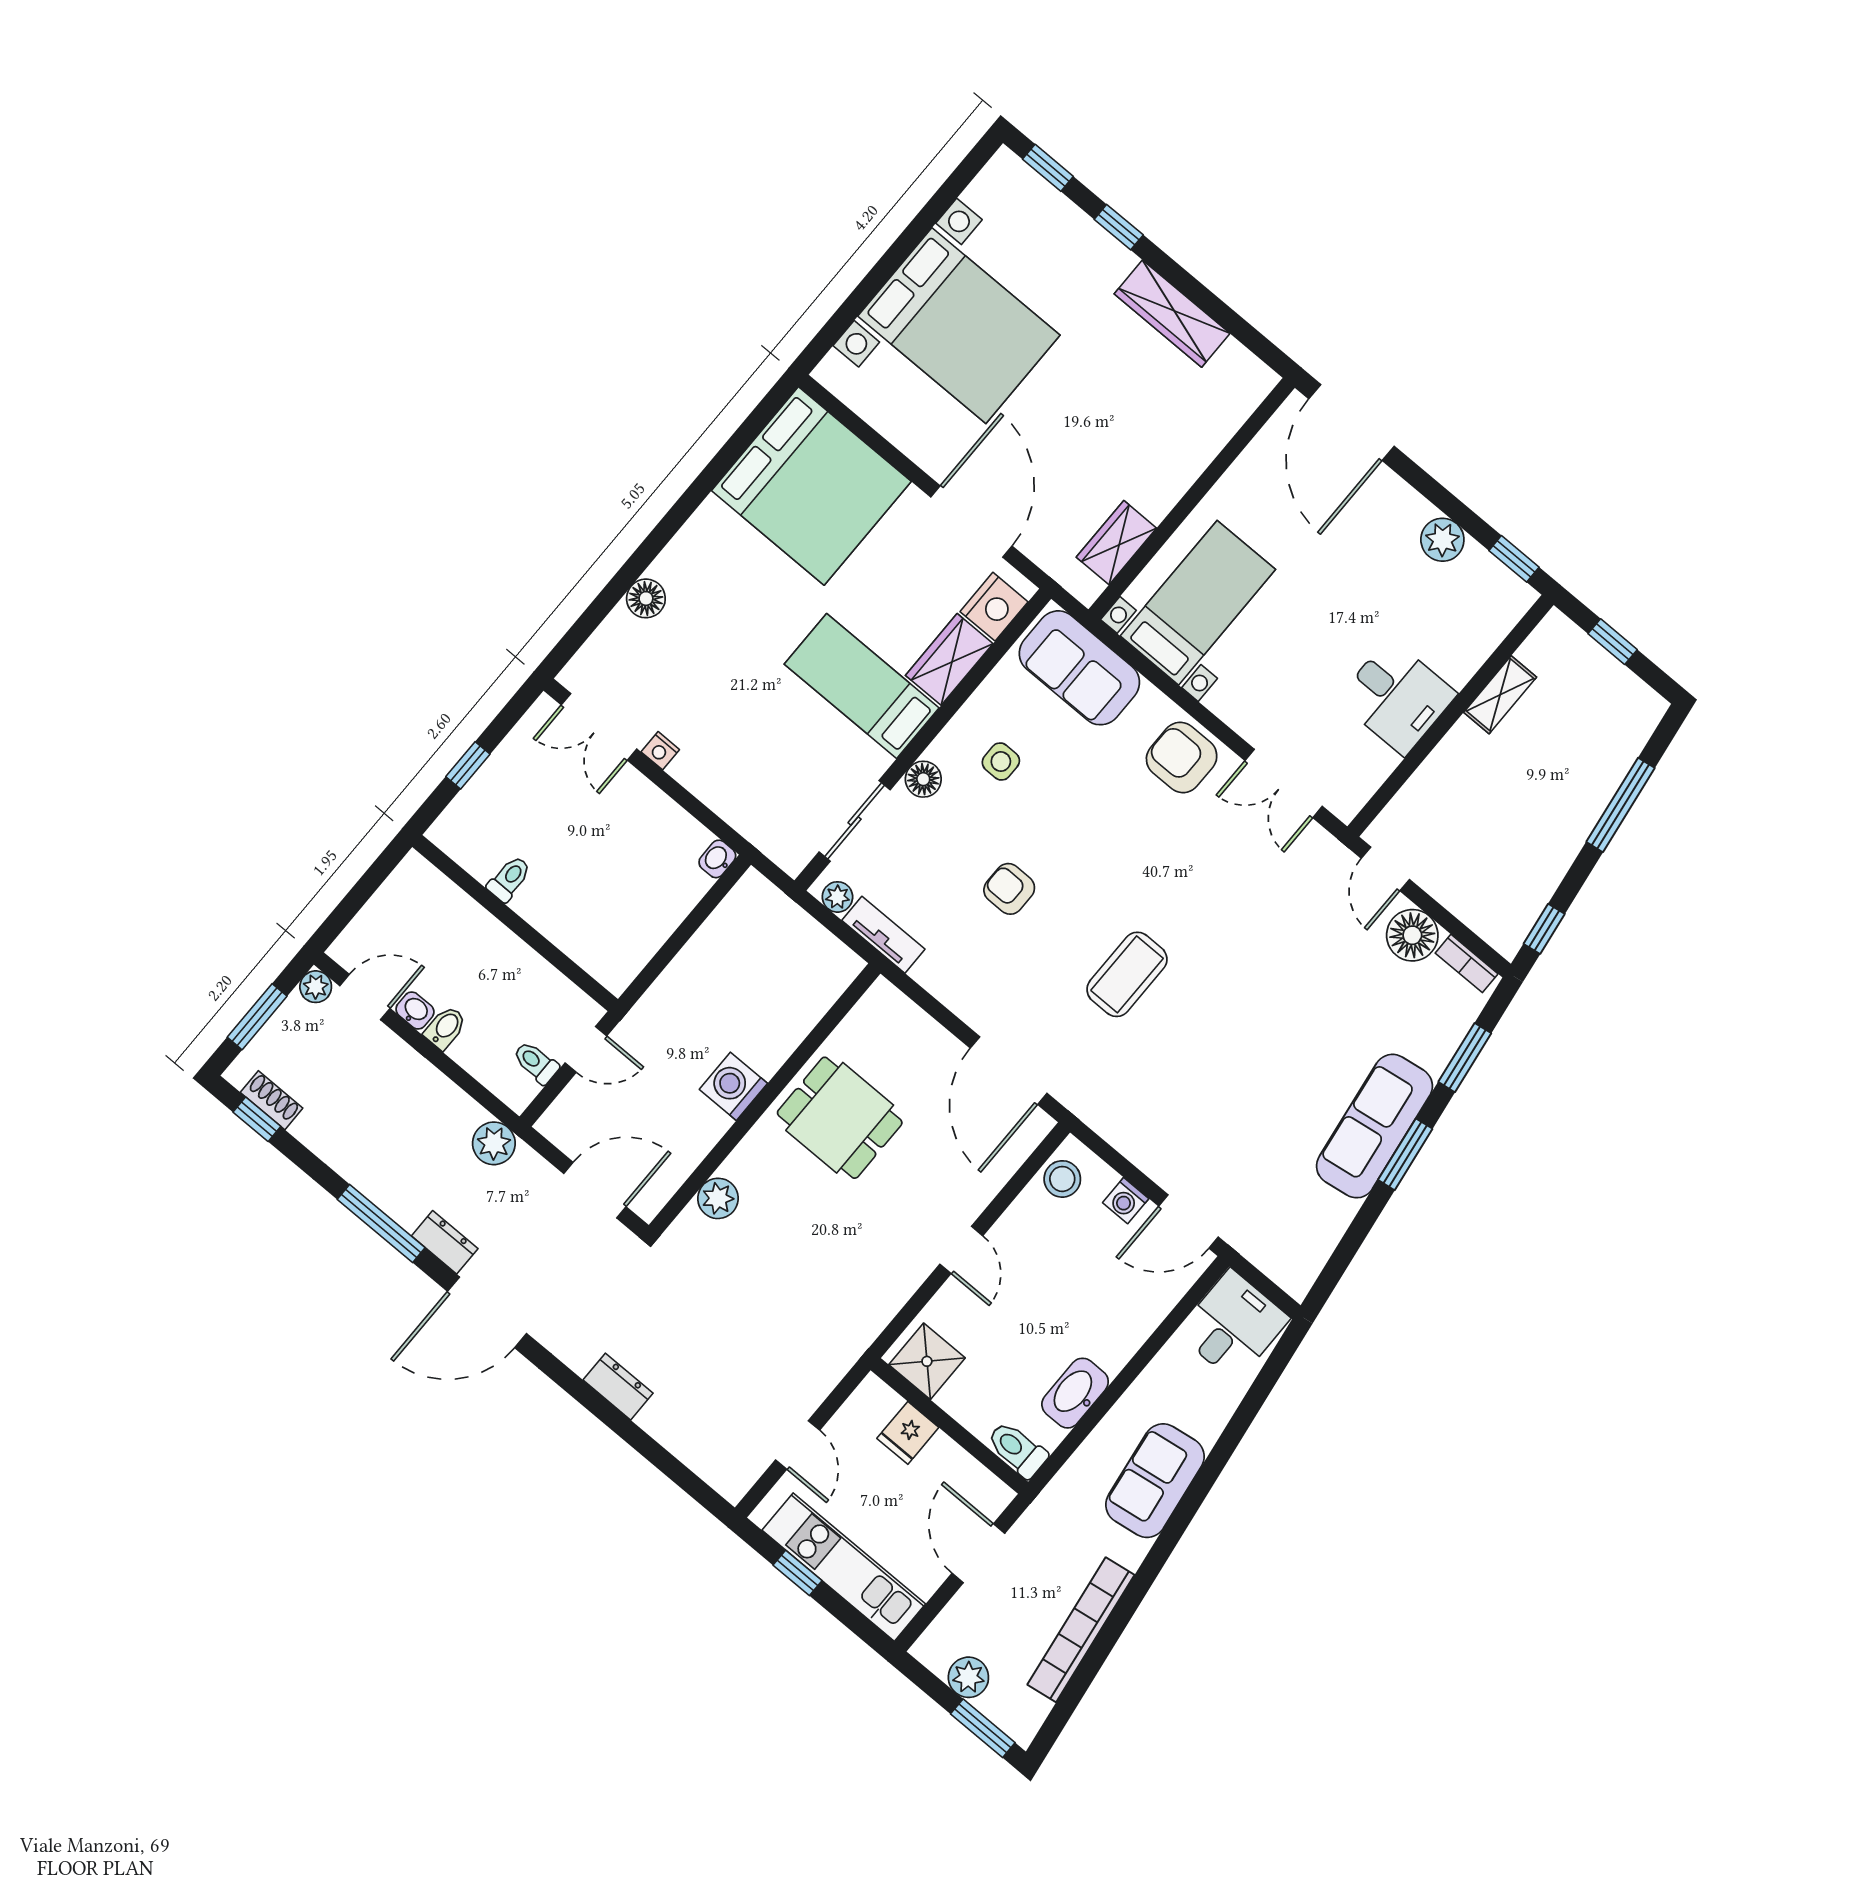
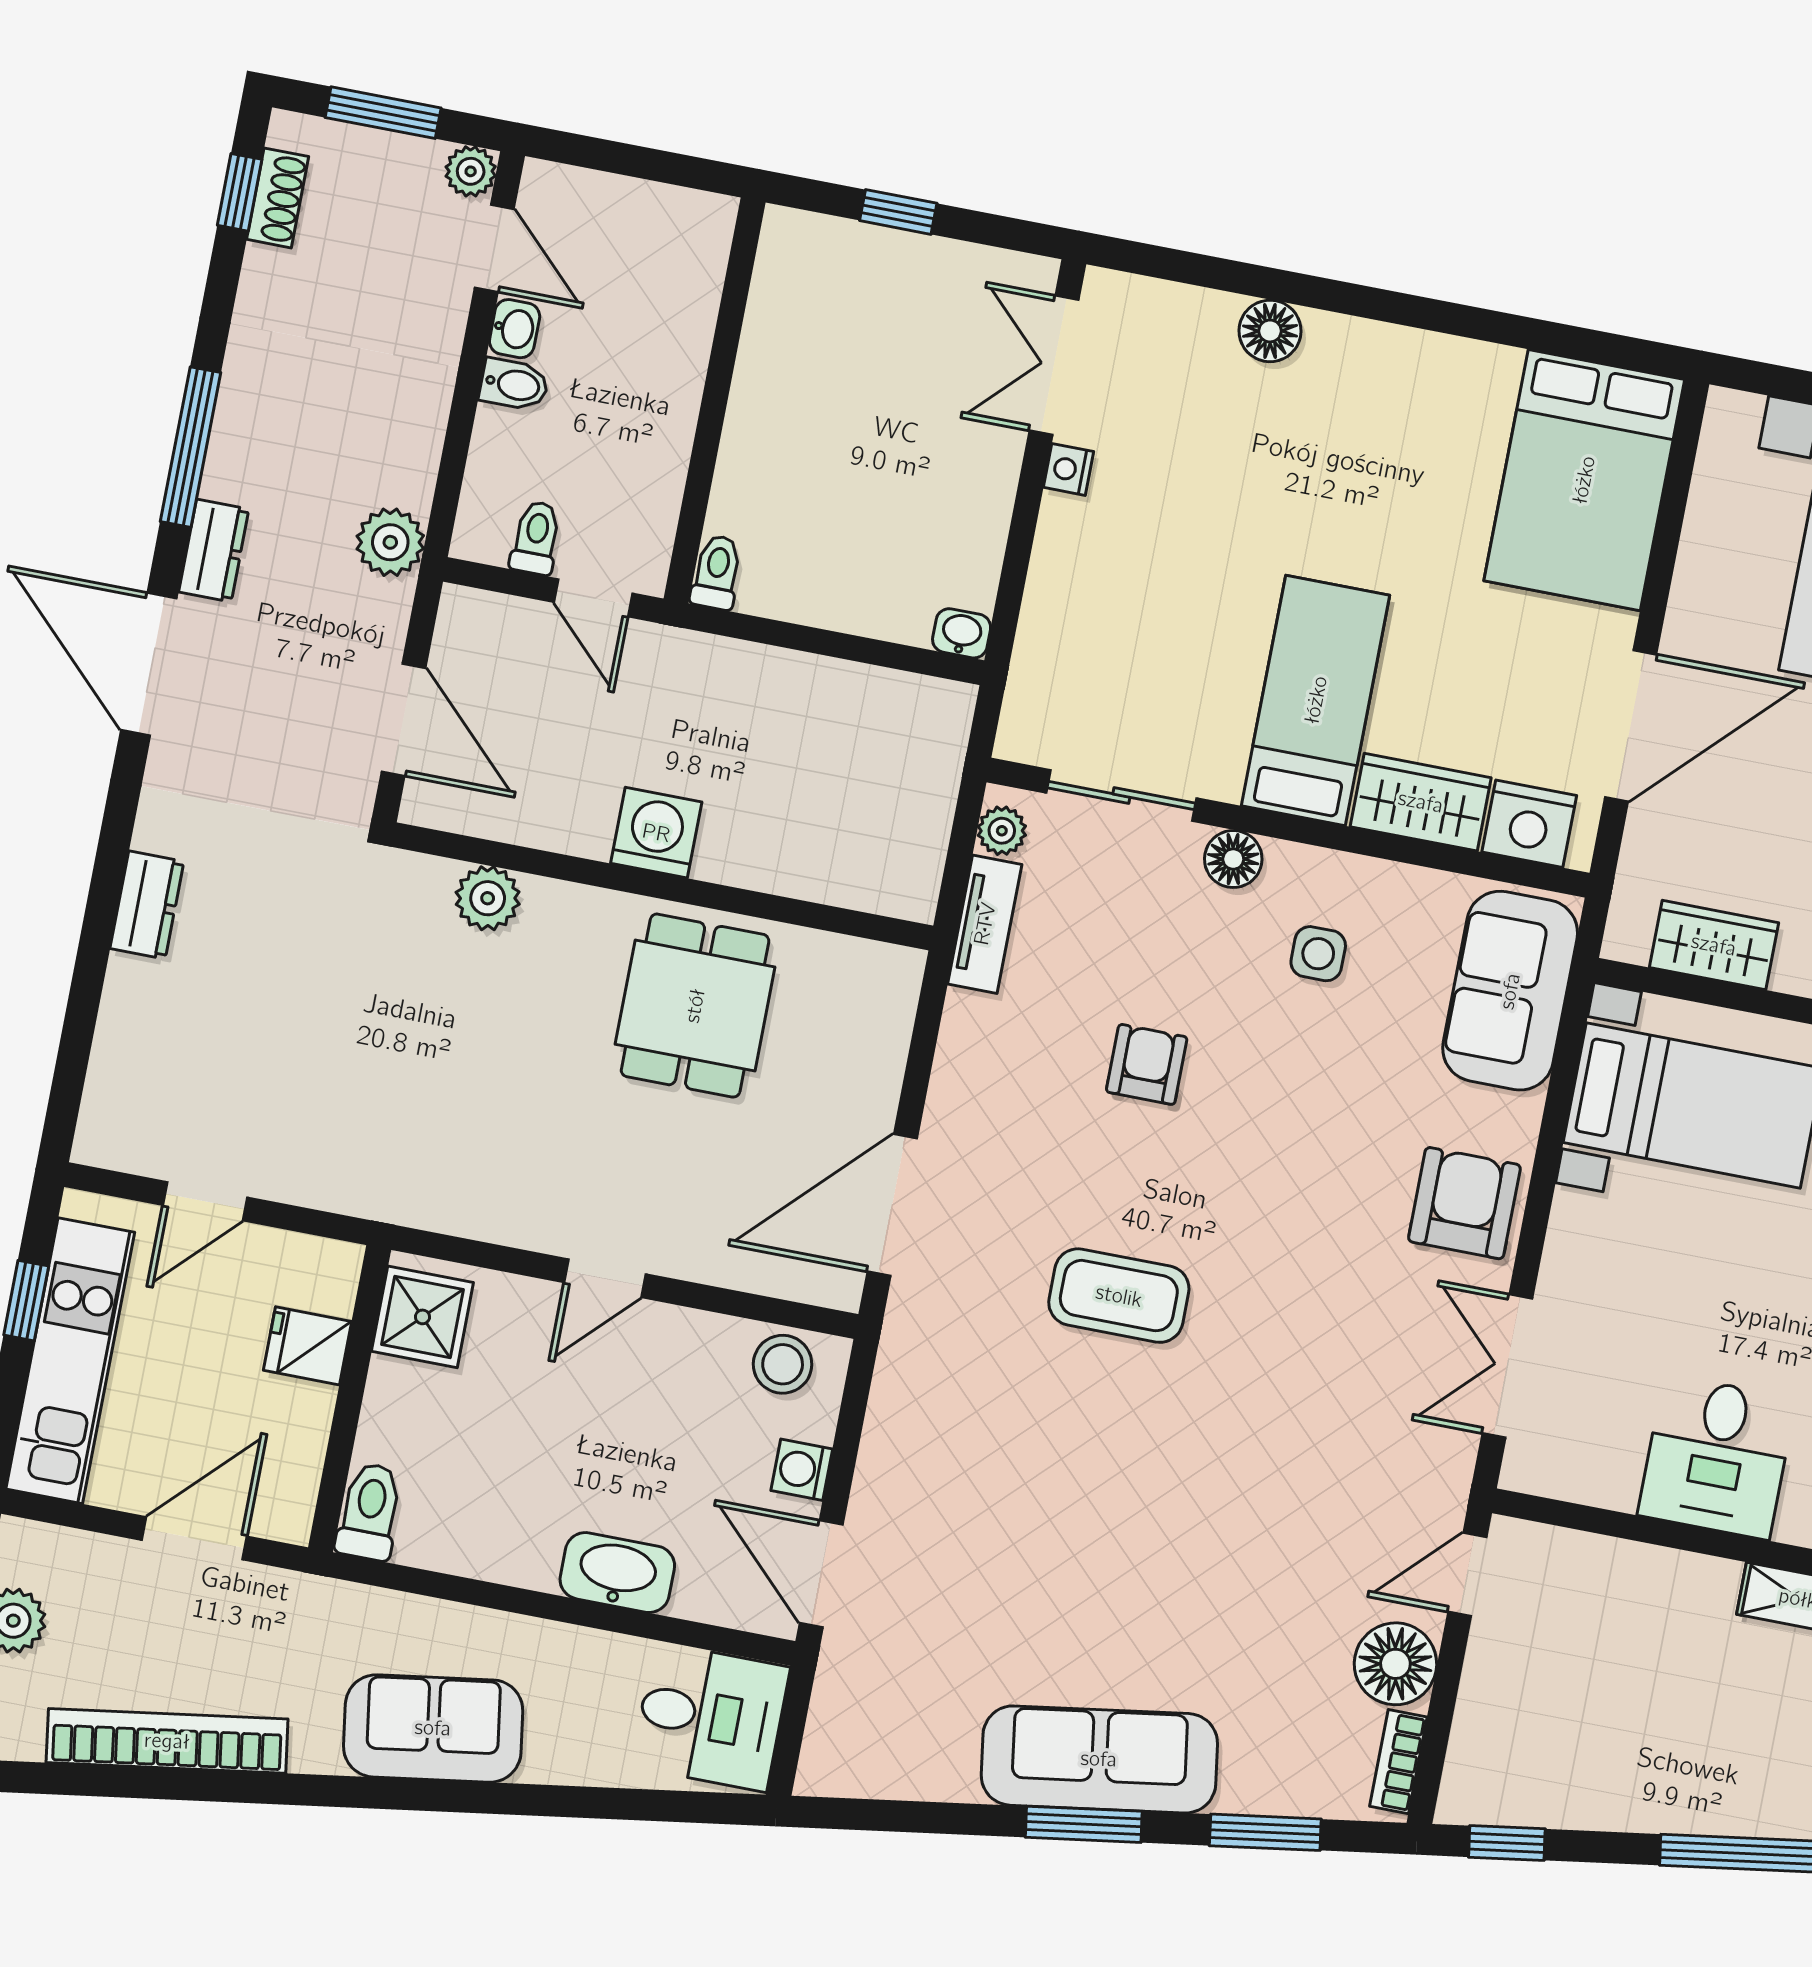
bed: (811, 486) -> (1584, 480), width x0.73
toilet: (509, 879) -> (717, 572), moved, turned -90
washbasin: (1075, 1393) -> (617, 1573), moved

